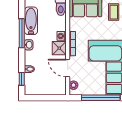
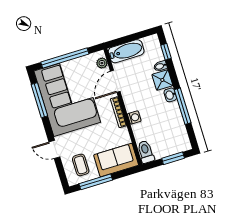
bathtub: (31, 21) -> (126, 51), moved, turned -90
shower: (59, 48) -> (162, 80), moved
door: (68, 68) -> (115, 81), swing flipped

